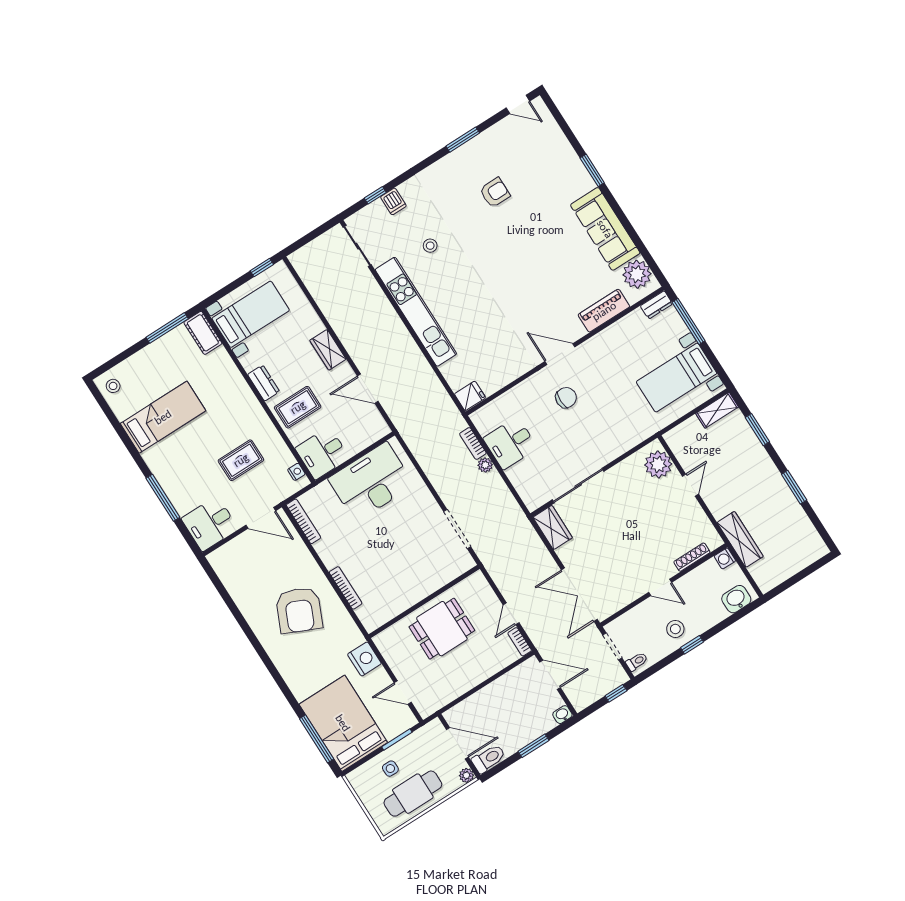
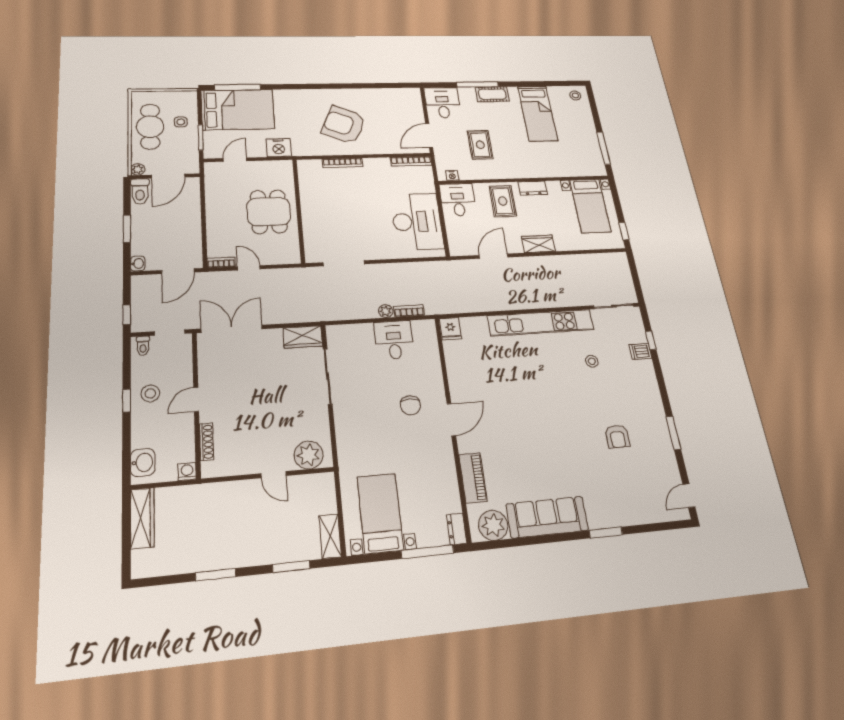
cot: (203, 333) -> (492, 94), moved
wardrobe: (740, 539) -> (142, 518), moved, turned -90

